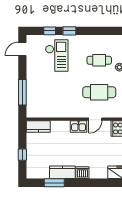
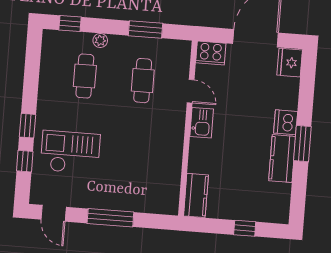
window: (22, 92) -> (110, 218), moved
cafe table: (99, 92) -> (143, 81), width x0.73, depth x0.74
window: (54, 183) -> (302, 144), moved

